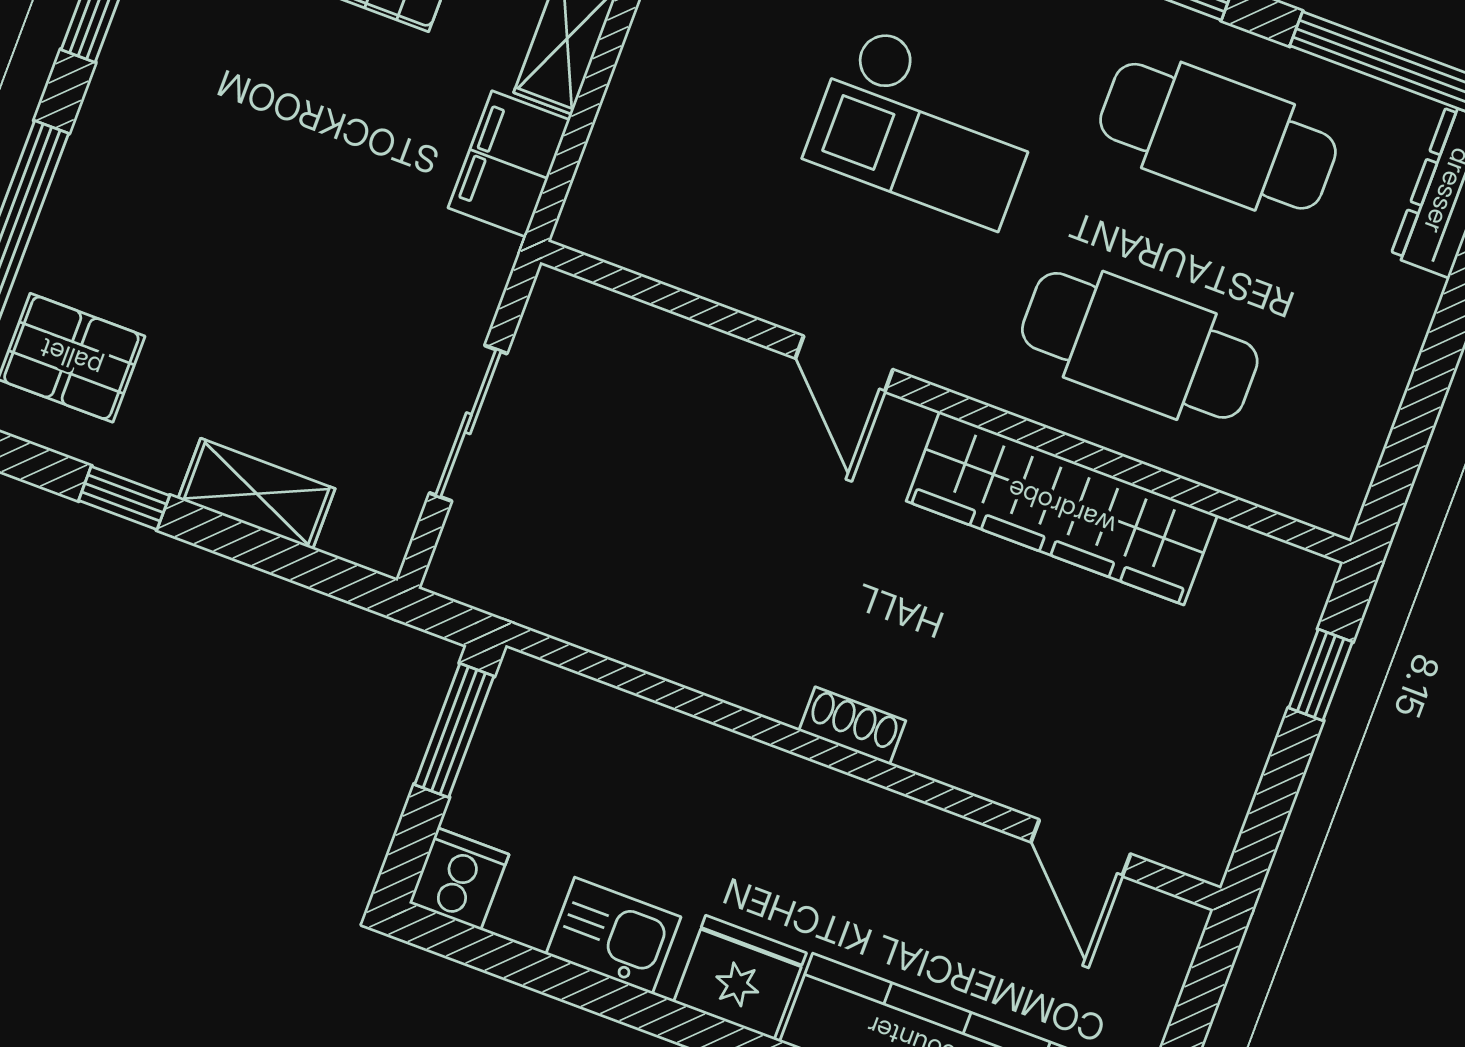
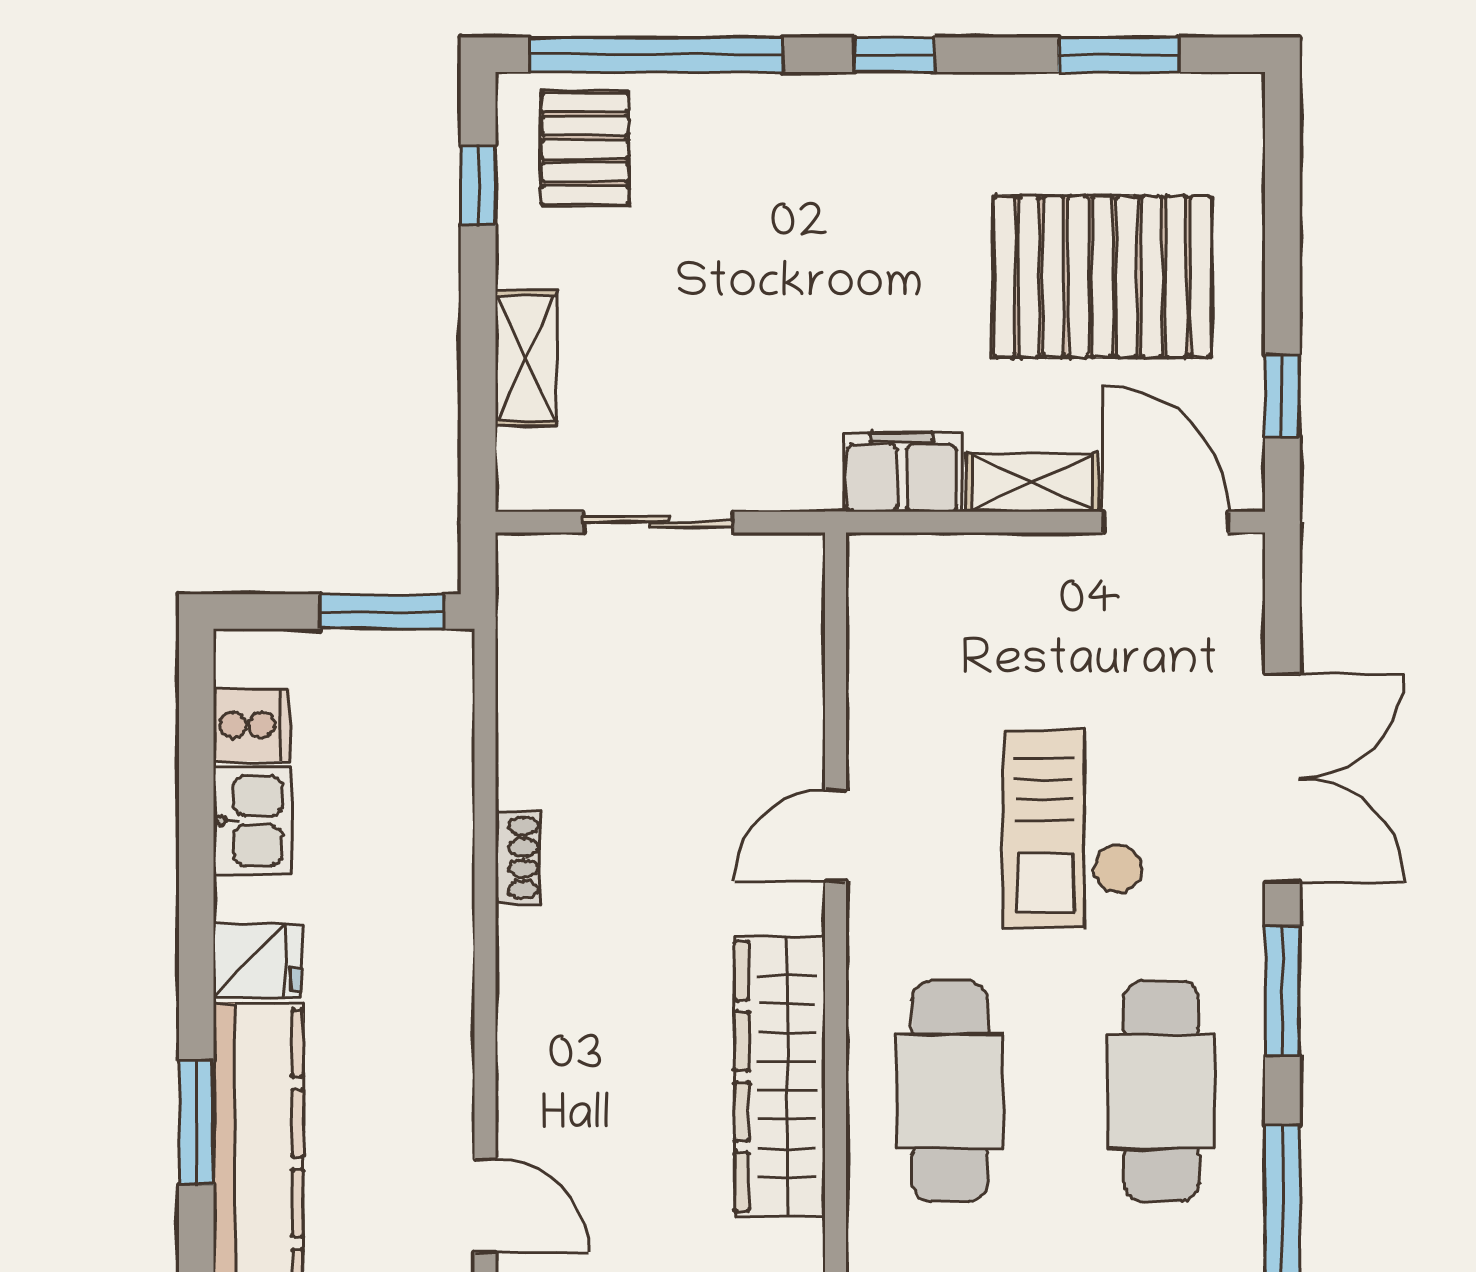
window: (124, 498) -> (478, 186), moved
shoe rack: (852, 726) -> (518, 858), moved
door: (1081, 848) -> (485, 1206), swing flipped
cooker: (459, 879) -> (252, 725), moved
fridge: (740, 977) -> (257, 961), width x0.72

